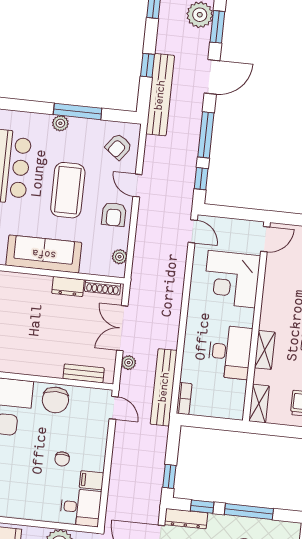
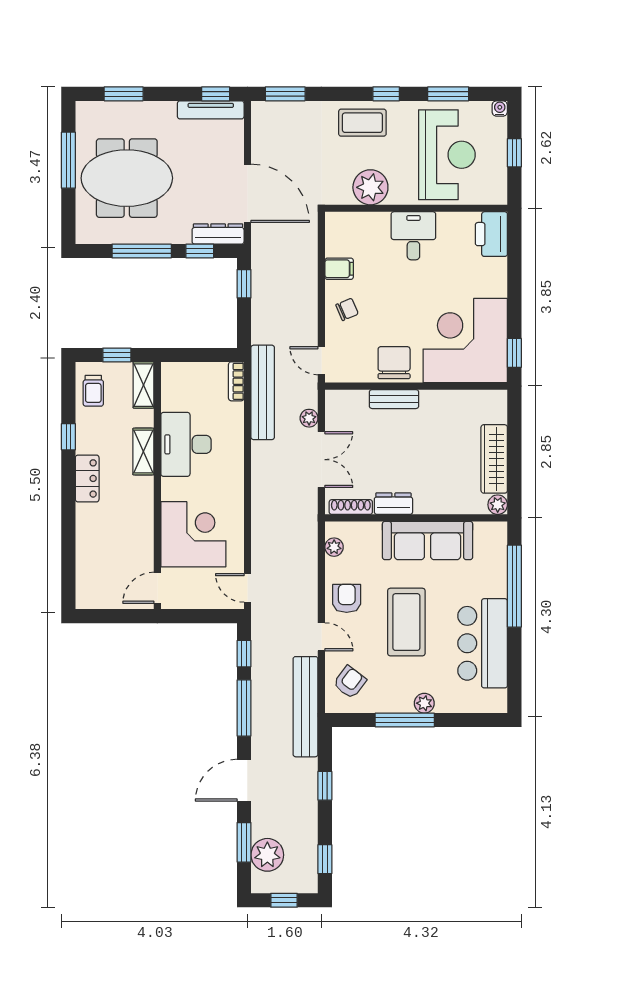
bench: (160, 95) -> (305, 707), moved
bench: (84, 373) -> (394, 399), moved
window: (278, 430) -> (117, 355), added
chair: (62, 459) -> (347, 309), moved, turned 67
desk: (81, 507) -> (413, 236), moved, turned 90

